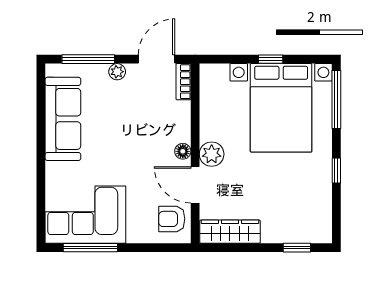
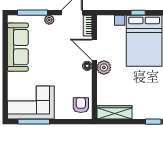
door: (195, 185) -> (94, 50), moved
armchair: (172, 219) -> (81, 105), turned 90

